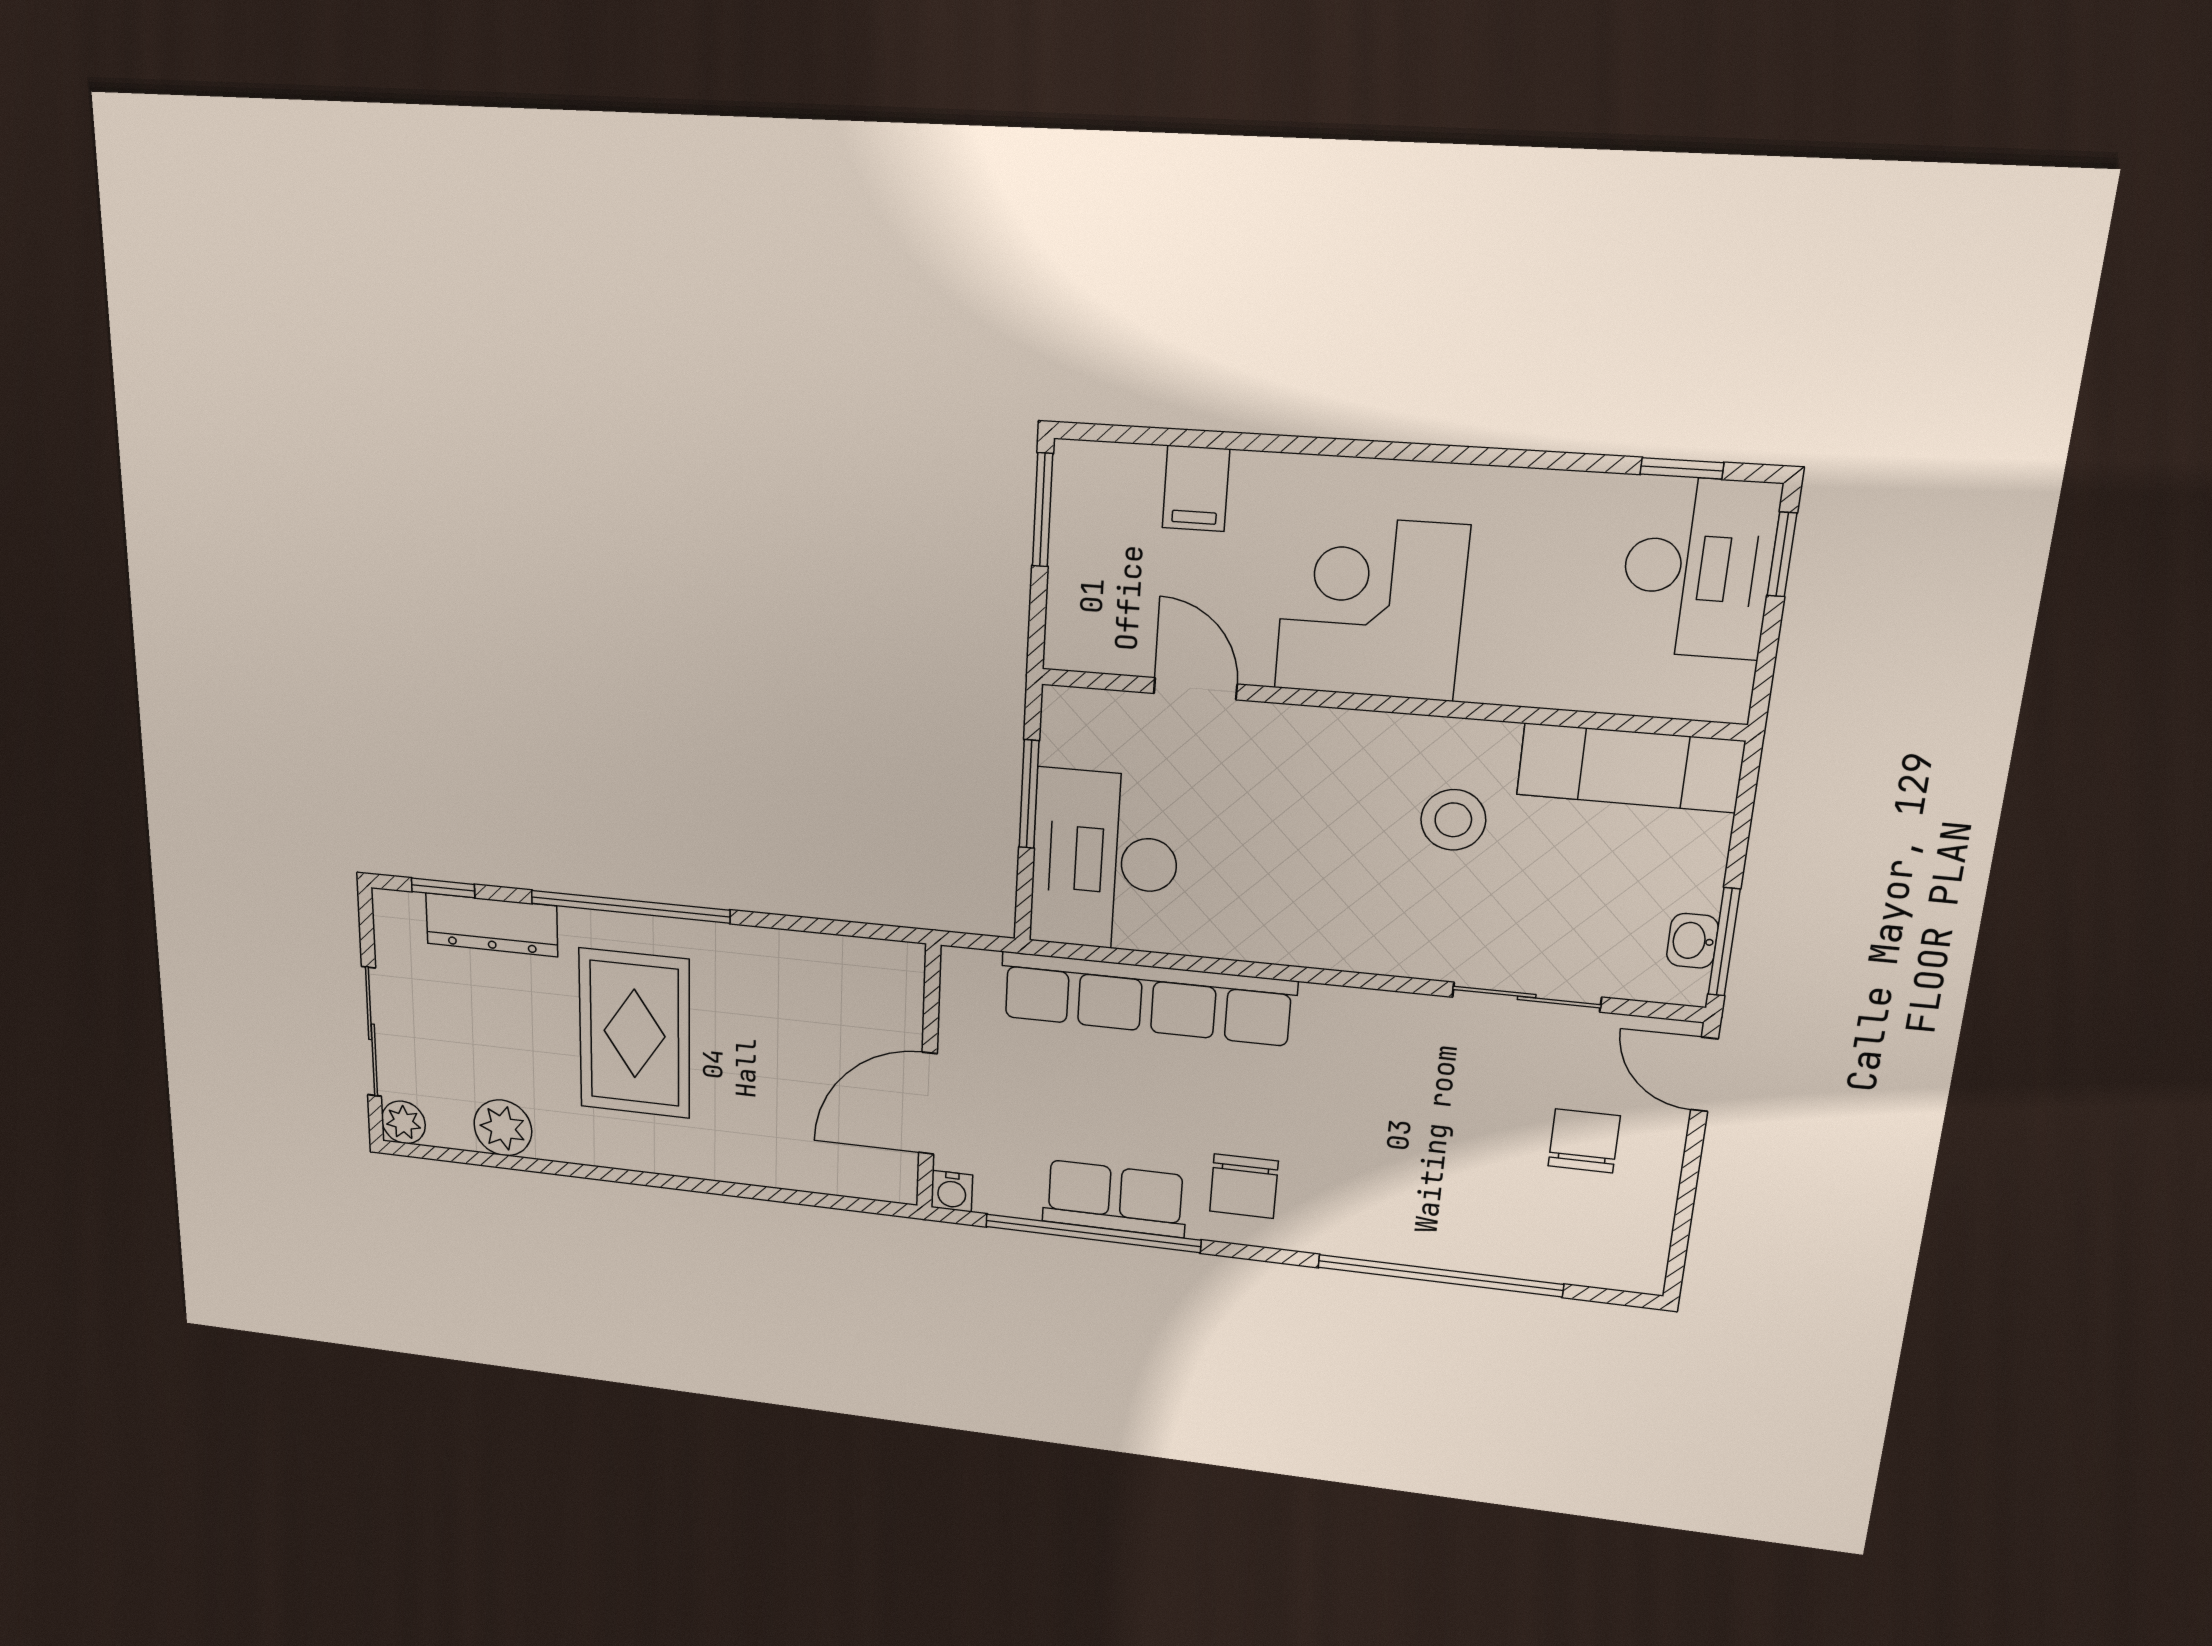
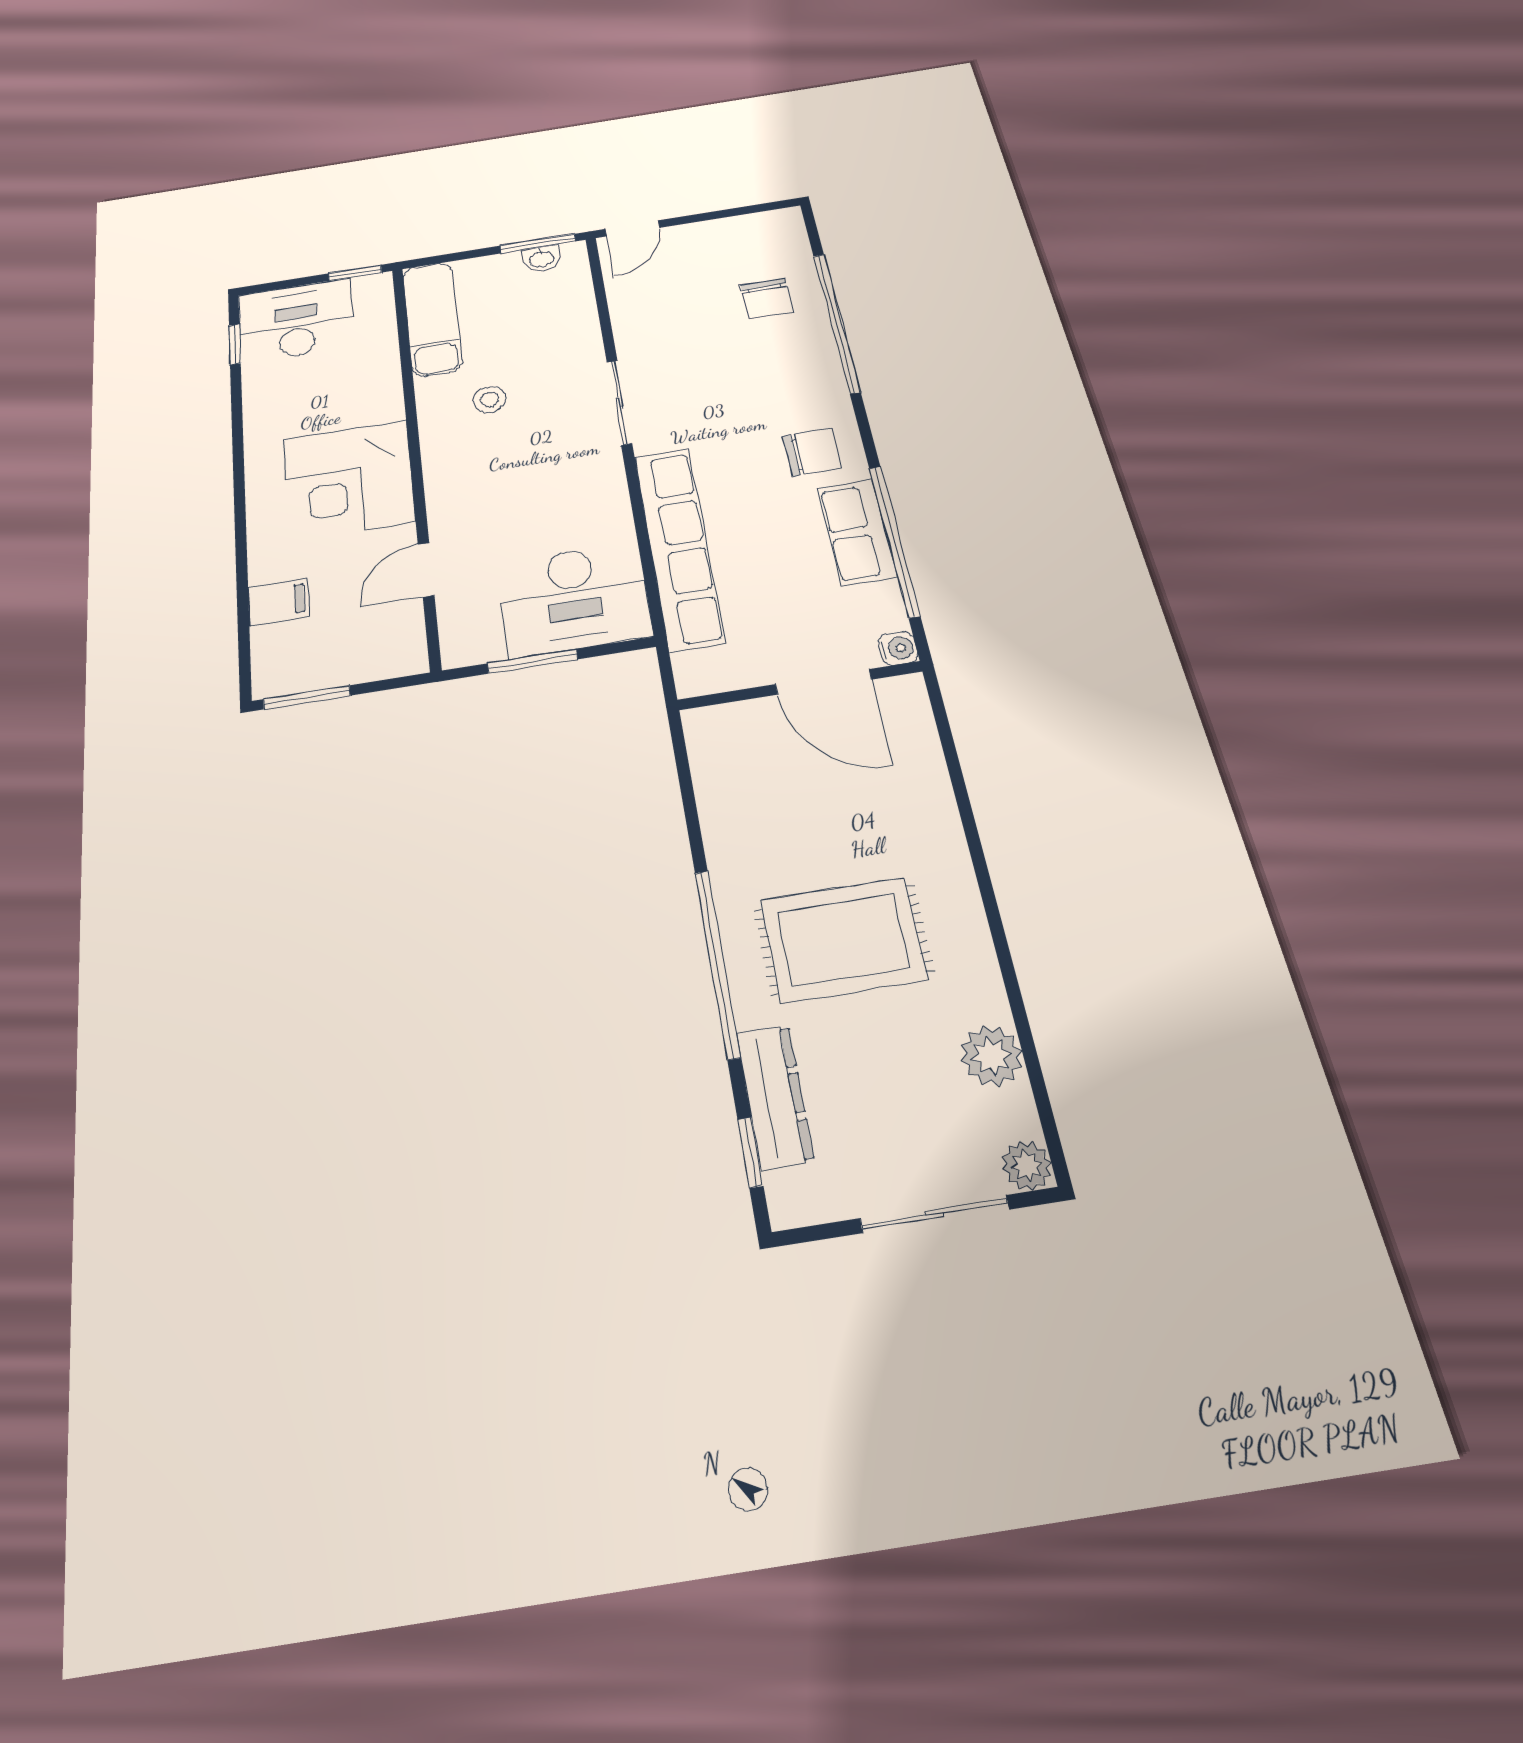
window: (1782, 554) -> (355, 273), moved
stool: (1453, 820) -> (490, 399), width x0.73, depth x0.73
sliding door: (1527, 997) -> (619, 402), moved
chair: (1584, 1141) -> (767, 299), moved, turned -90

